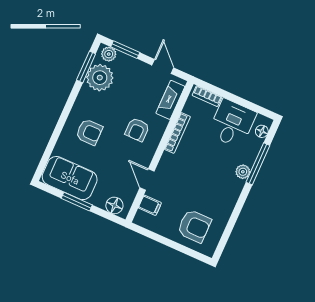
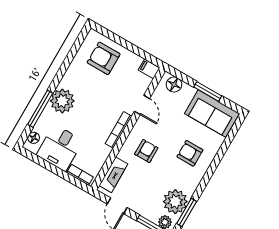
bookcase: (177, 133) -> (118, 130), moved
plant: (243, 172) -> (62, 101), width x1.87, depth x1.87
filing cabinet: (150, 205) -> (149, 69), moved

